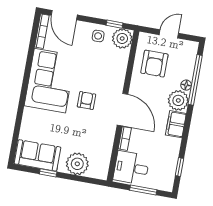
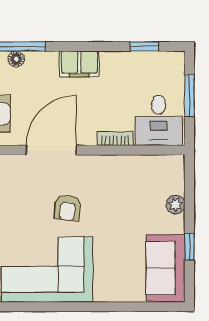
armchair: (86, 100) -> (68, 208), turned -84
plant: (178, 100) -> (42, 67), removed
door: (122, 110) -> (51, 150), moved
plant: (77, 164) -> (176, 205), width x0.53, depth x0.53

